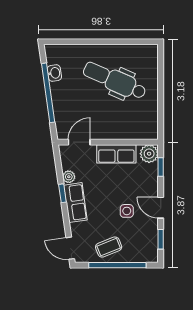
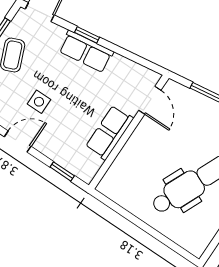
plant: (149, 154) -> (86, 169), removed
plant: (69, 177) -> (119, 63), removed
window: (62, 193) -> (87, 35), moved

